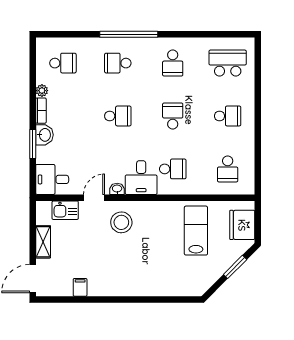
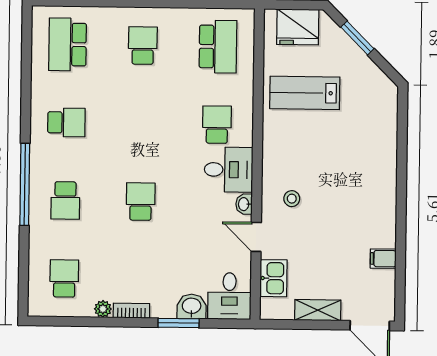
school desk: (173, 116) -> (142, 124), removed
washbasin: (44, 135) -> (192, 306), moved
school desk: (228, 169) -> (218, 47), width x1.85
stool: (121, 222) -> (292, 199), width x0.53, depth x0.53

